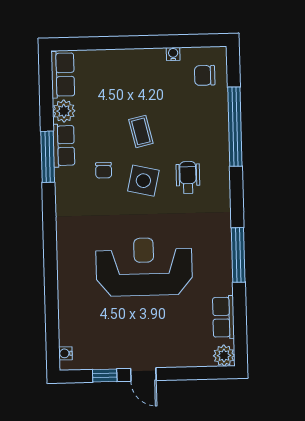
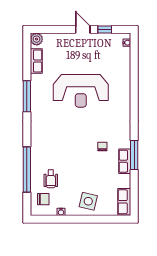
plant: (64, 111) -> (124, 181), removed
coffee table: (141, 131) -> (81, 168), removed
wheelchair: (188, 177) -> (51, 179), moved
side table: (143, 181) -> (88, 201), moved

